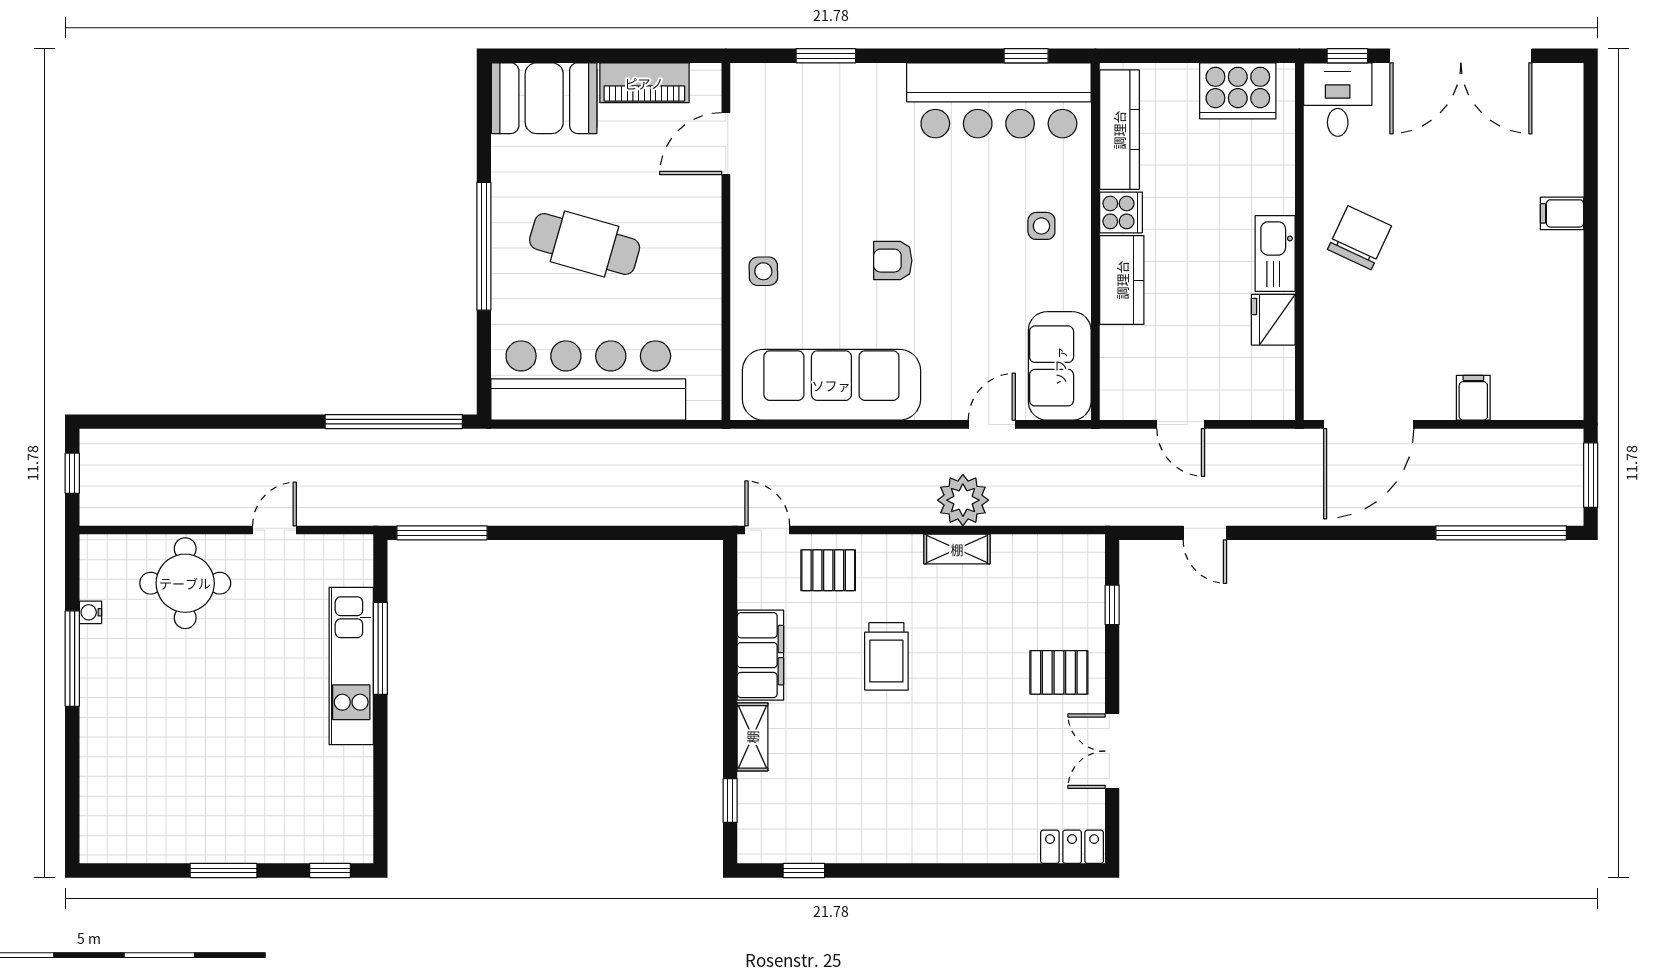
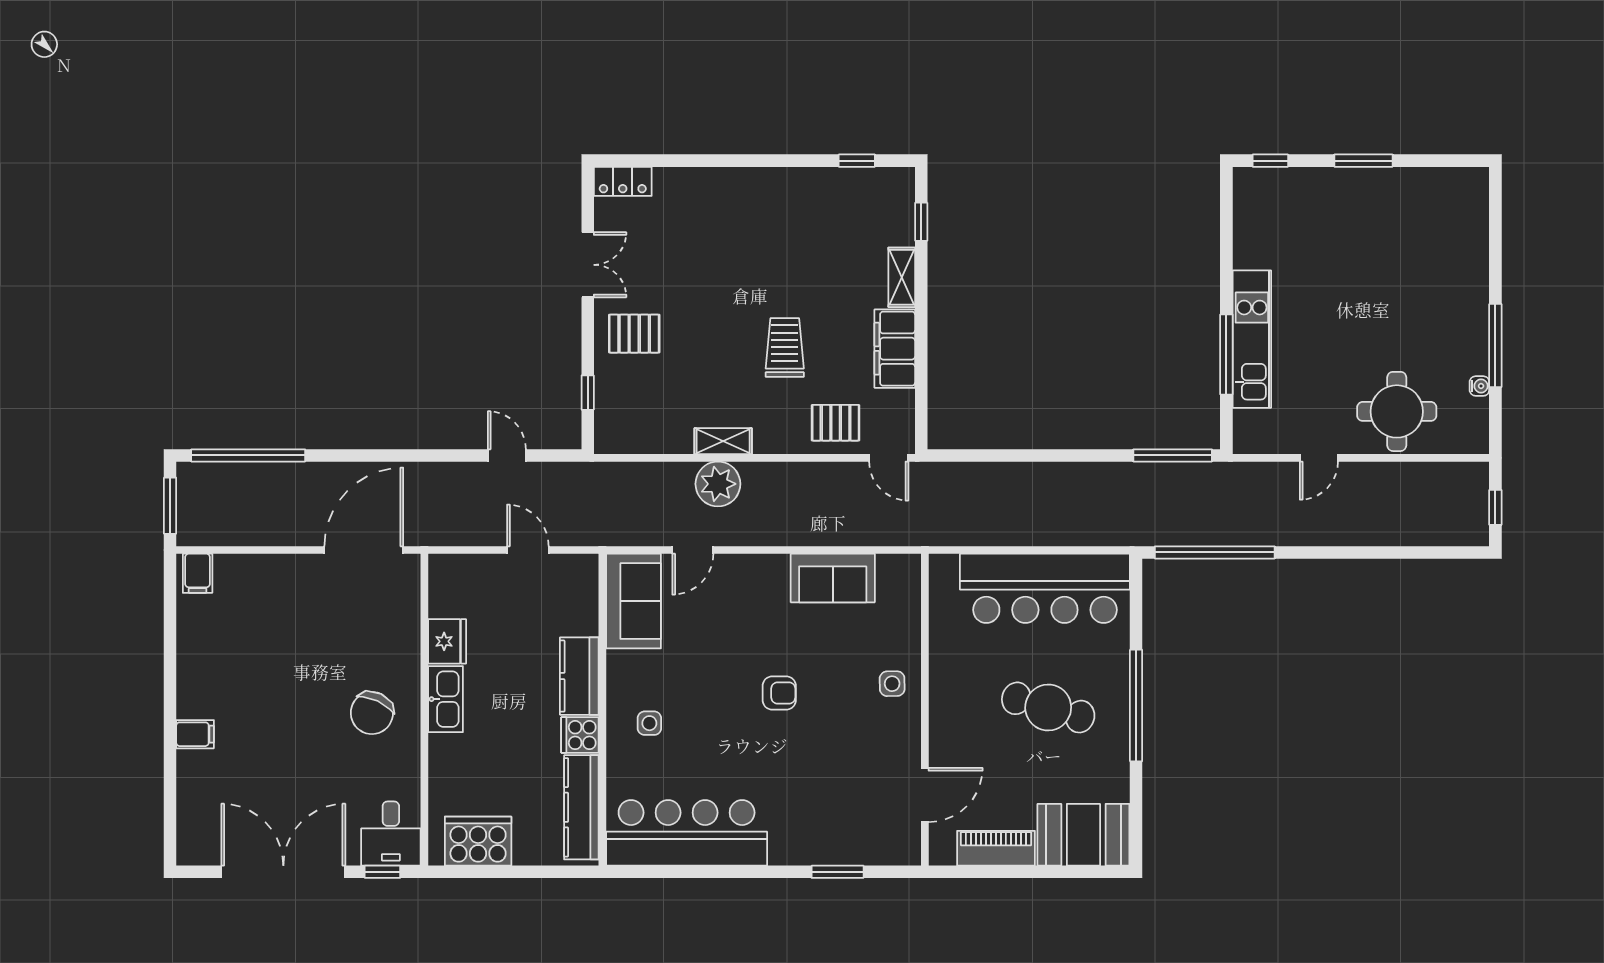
window: (1026, 56) -> (663, 872), removed
sofa: (831, 385) -> (833, 578), width x0.54, depth x0.79
filing cabinet: (1473, 398) -> (198, 573), moved

